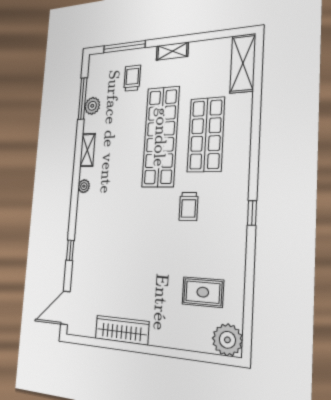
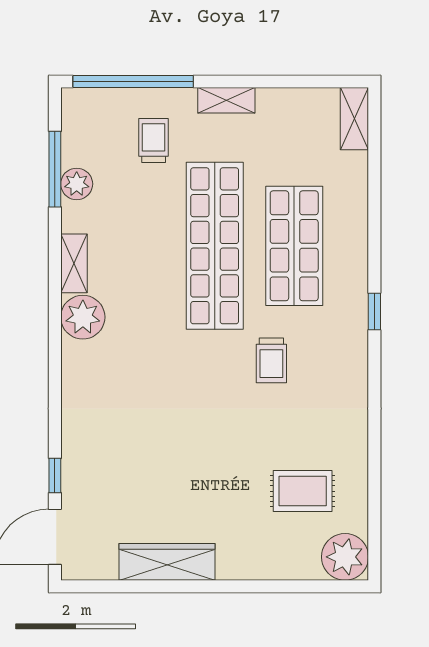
window: (124, 47) -> (133, 81), width x1.46
shelving: (243, 63) -> (354, 119), width x0.67, depth x0.75
plant: (84, 186) -> (83, 317), width x1.87, depth x1.87
window: (252, 213) -> (374, 312), moved
window: (70, 250) -> (55, 476), moved

